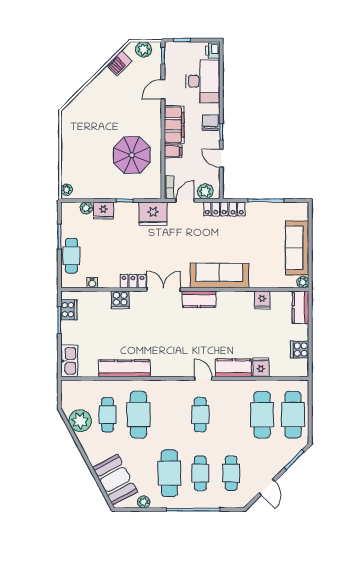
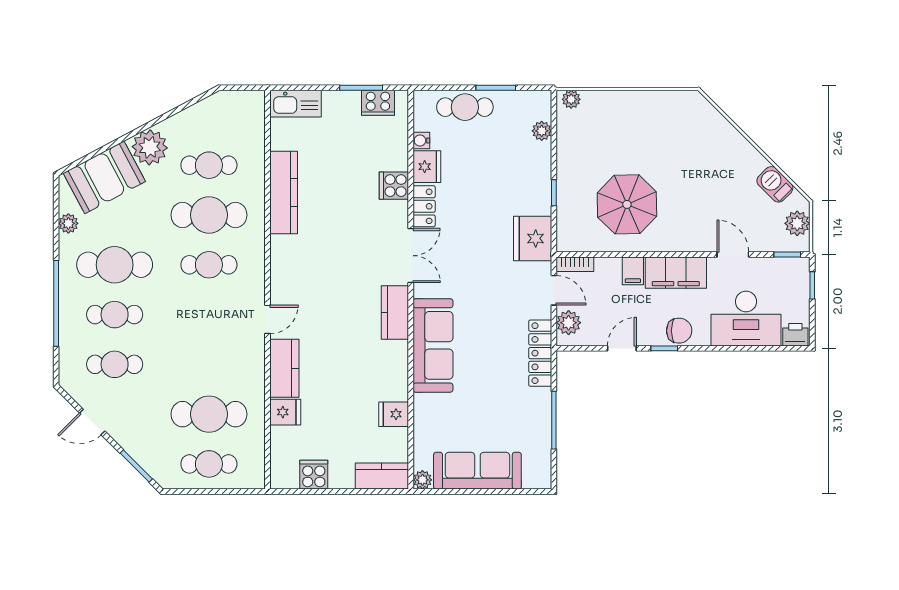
fridge: (103, 210) -> (427, 167), moved, turned 180
cafe table: (200, 415) -> (209, 265), moved
cafe table: (293, 415) -> (209, 464), width x0.73, depth x0.74
plant: (80, 421) -> (150, 147), moved

